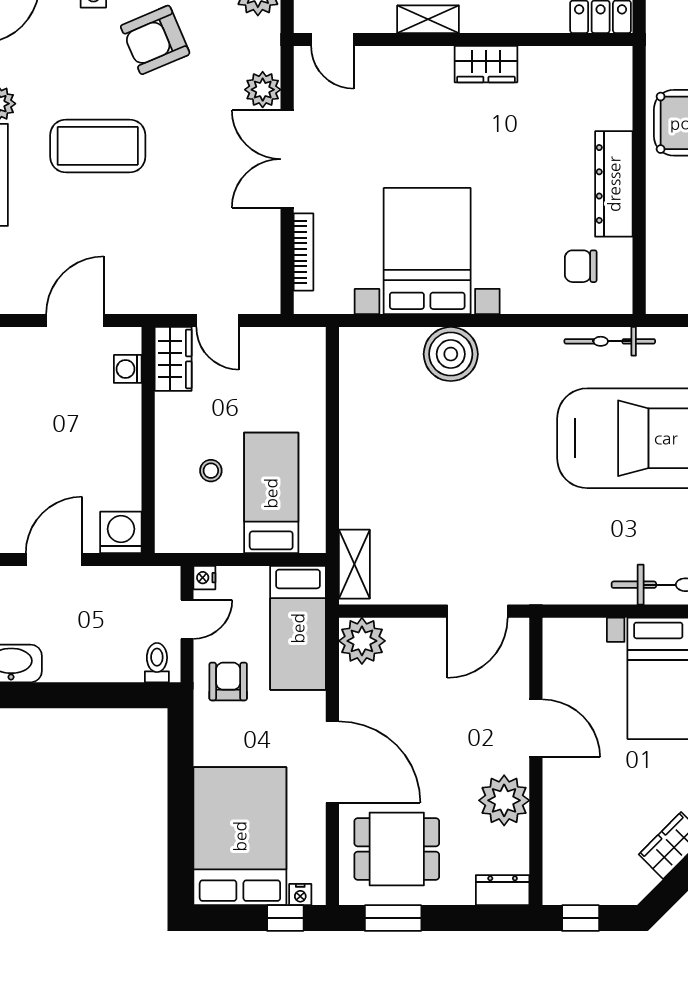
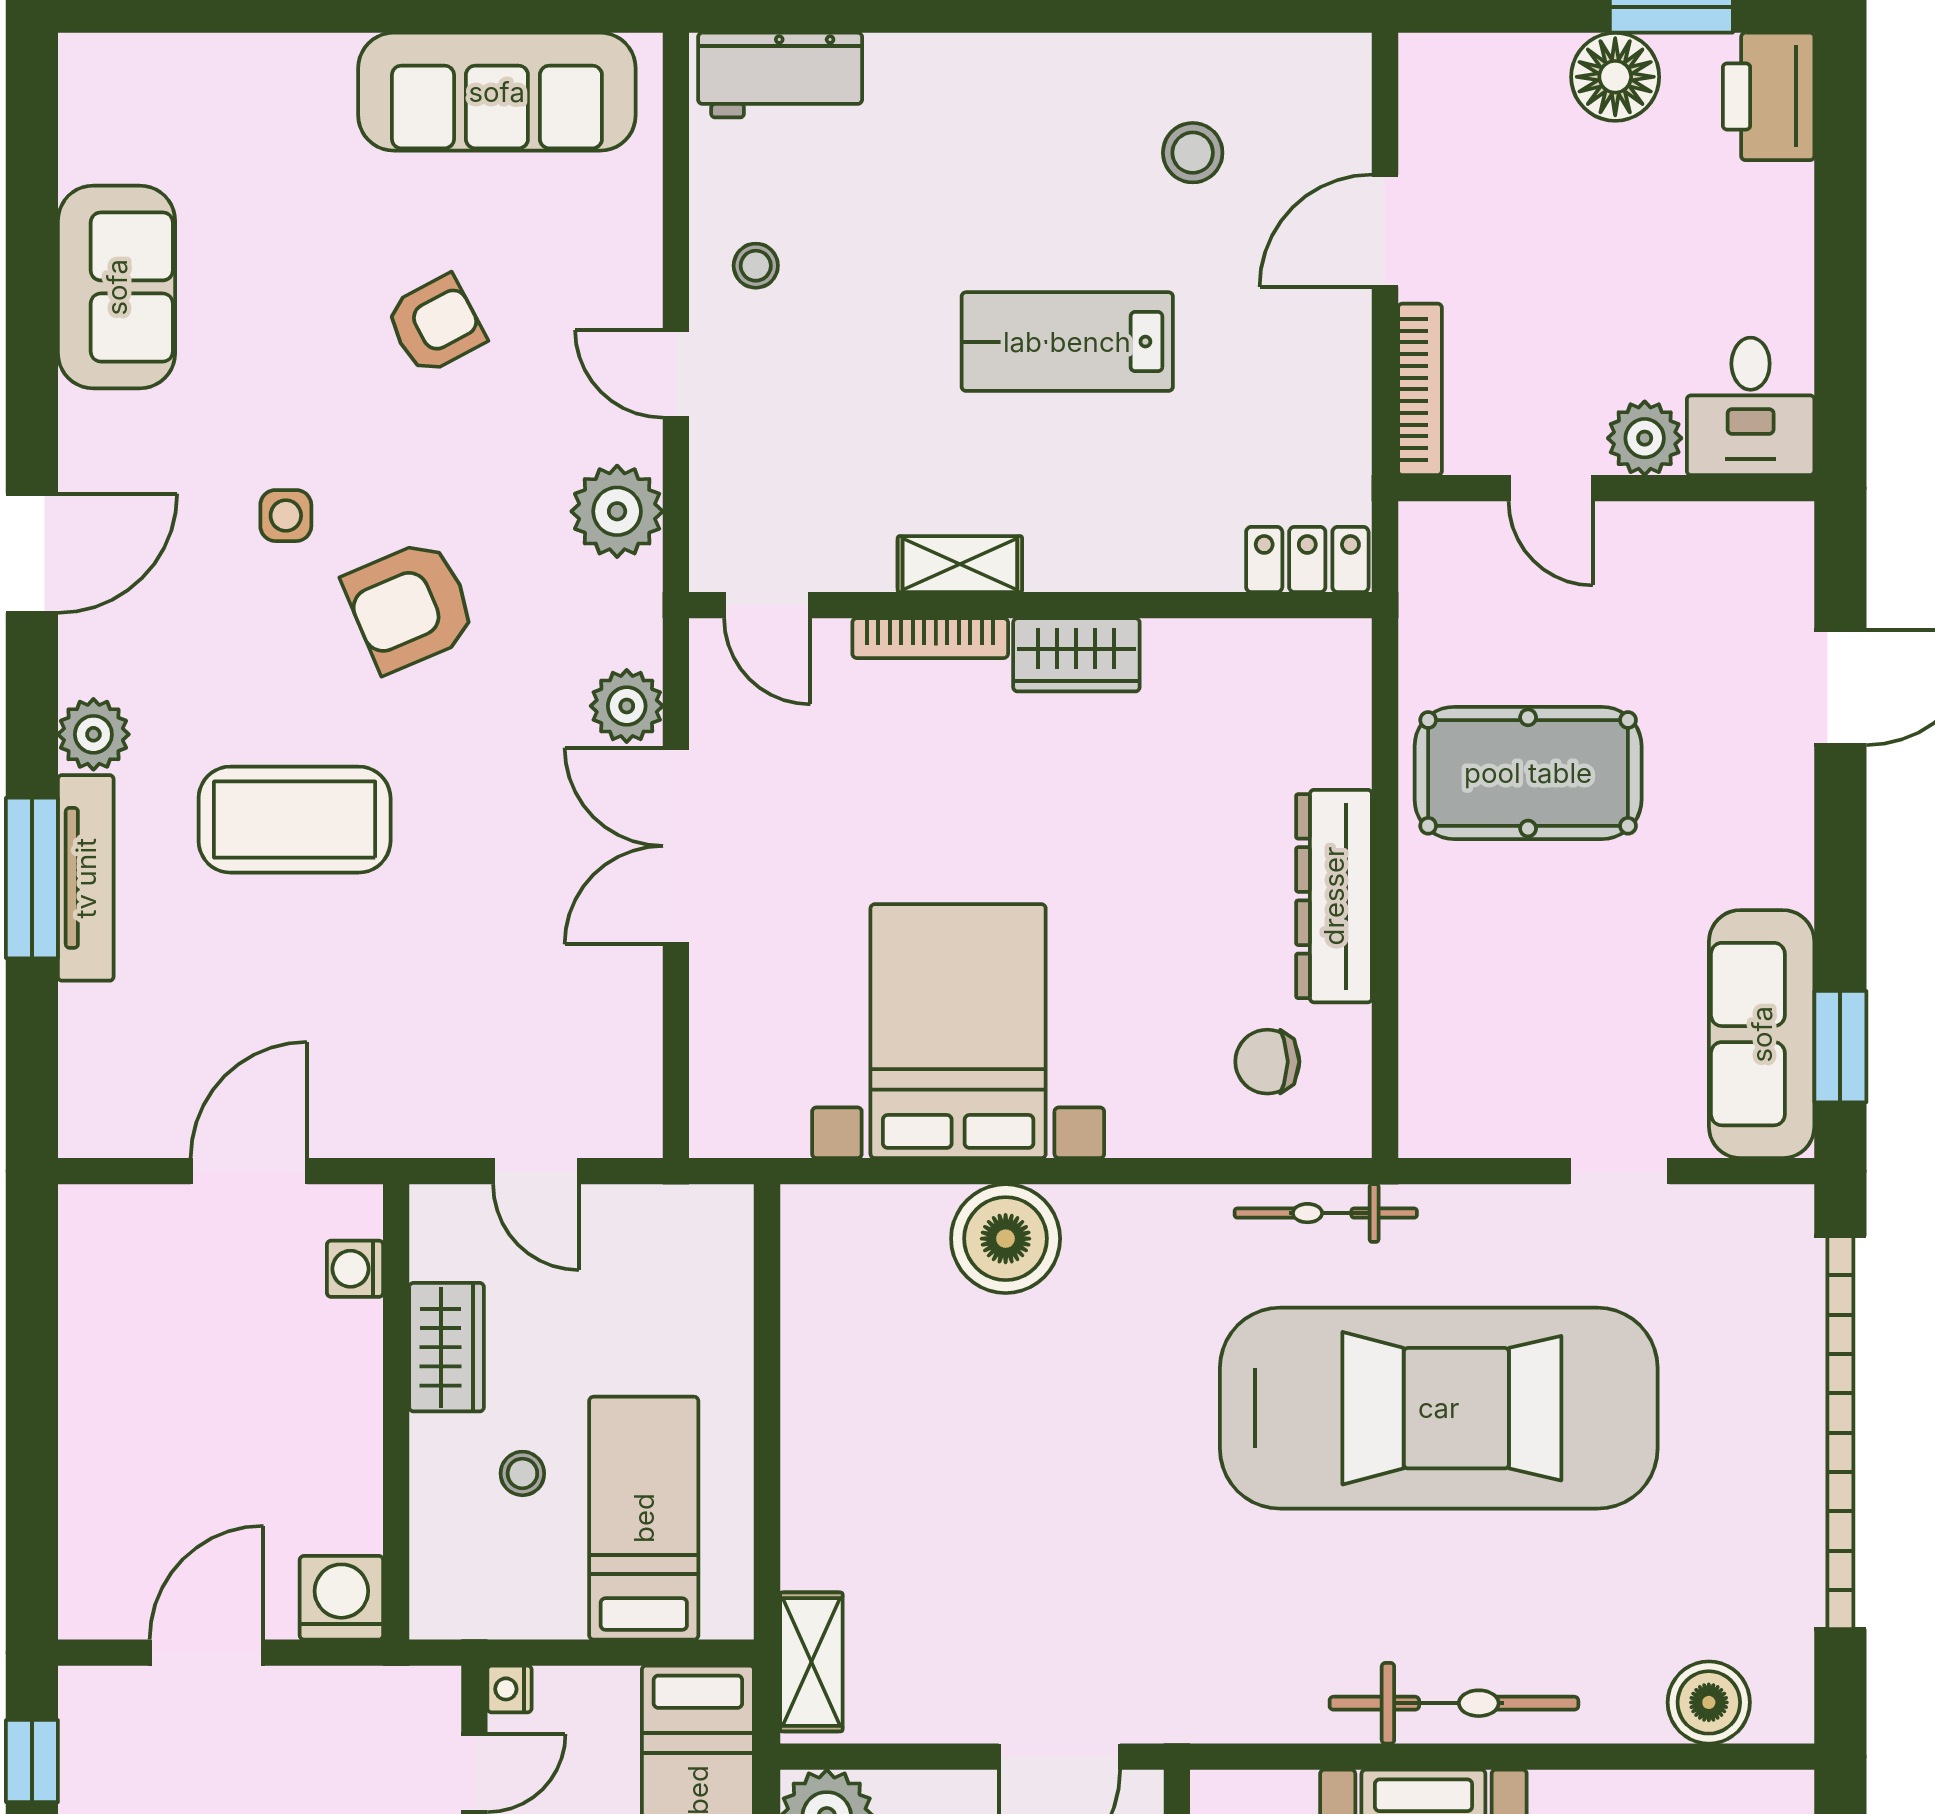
bookcase: (303, 252) -> (930, 638), moved, turned 90
wardrobe: (173, 359) -> (447, 1347), moved

